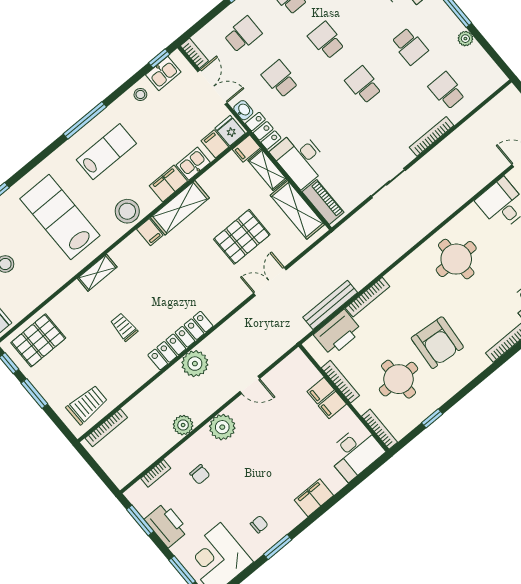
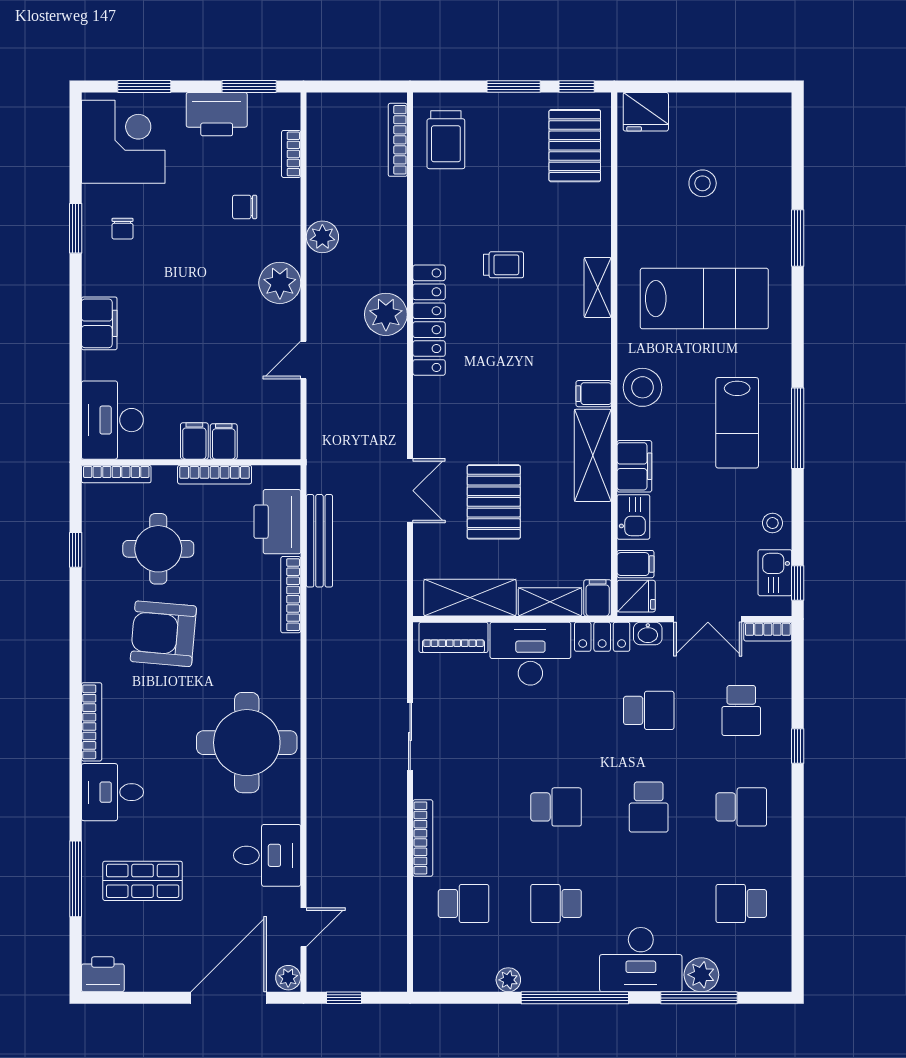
school desk: (326, 40) -> (649, 807), turned 90
round table: (456, 259) -> (247, 743), width x1.36, depth x1.36

